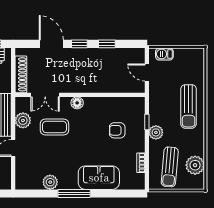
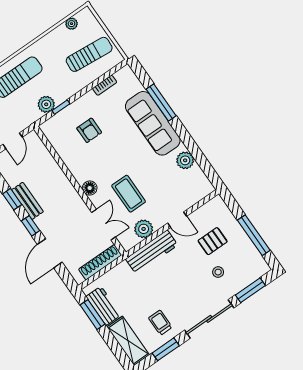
bench: (98, 54) -> (27, 201), added
plant: (156, 132) -> (46, 104), moved
plant: (195, 165) -> (72, 24), width x0.53, depth x0.53
sofa: (99, 178) -> (153, 123), width x1.36
window: (74, 193) -> (161, 103), moved

